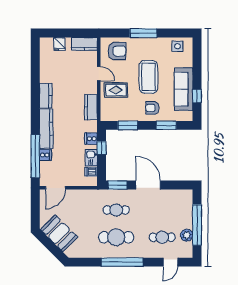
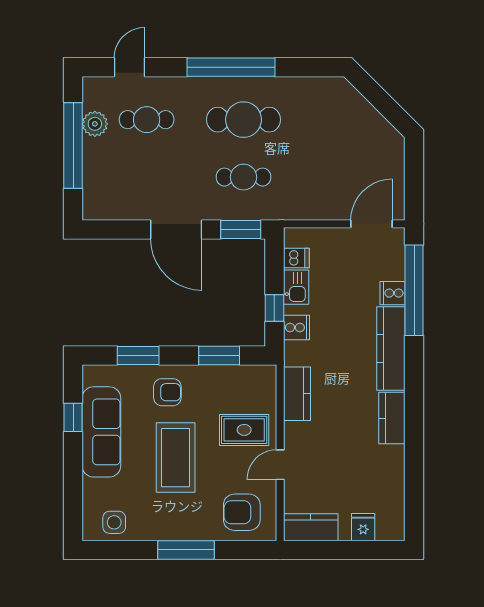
door: (99, 74) -> (280, 465), hinge flipped
booth: (59, 233) -> (364, 128), removed

